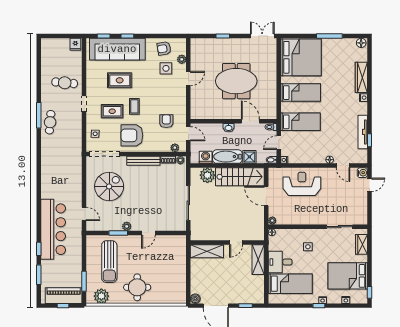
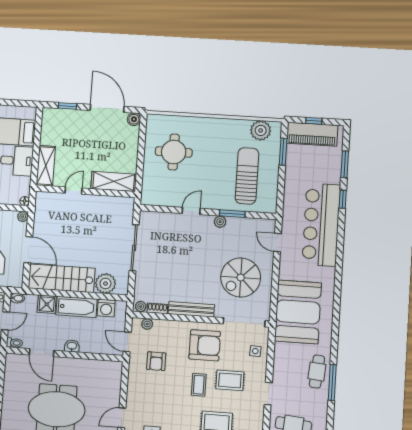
booth: (66, 164) -> (298, 312), added
round table: (137, 287) -> (174, 152), moved

